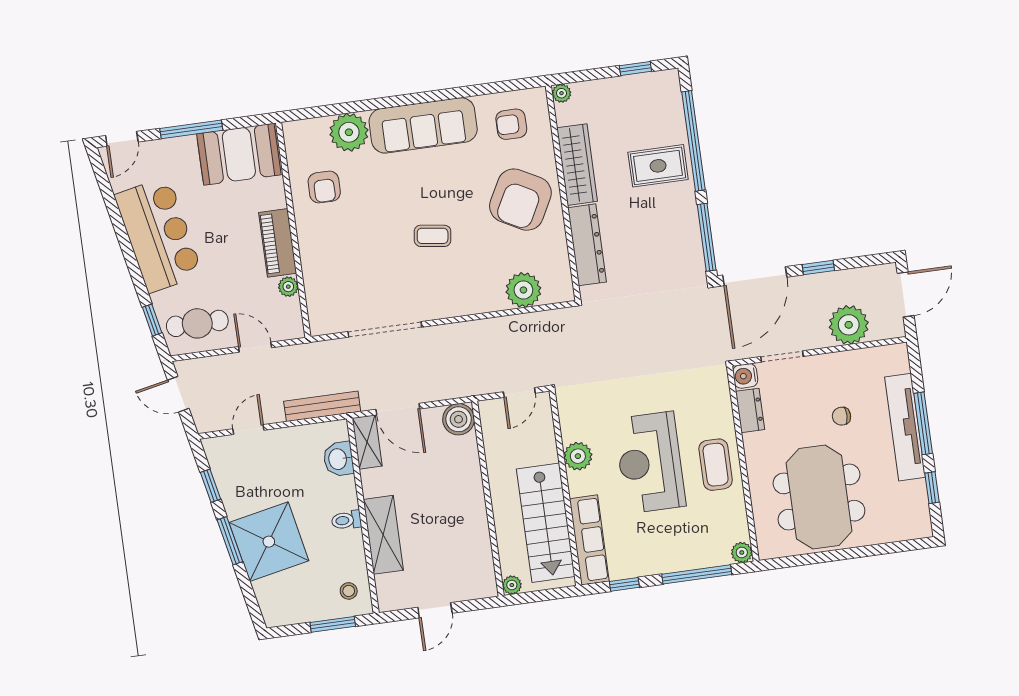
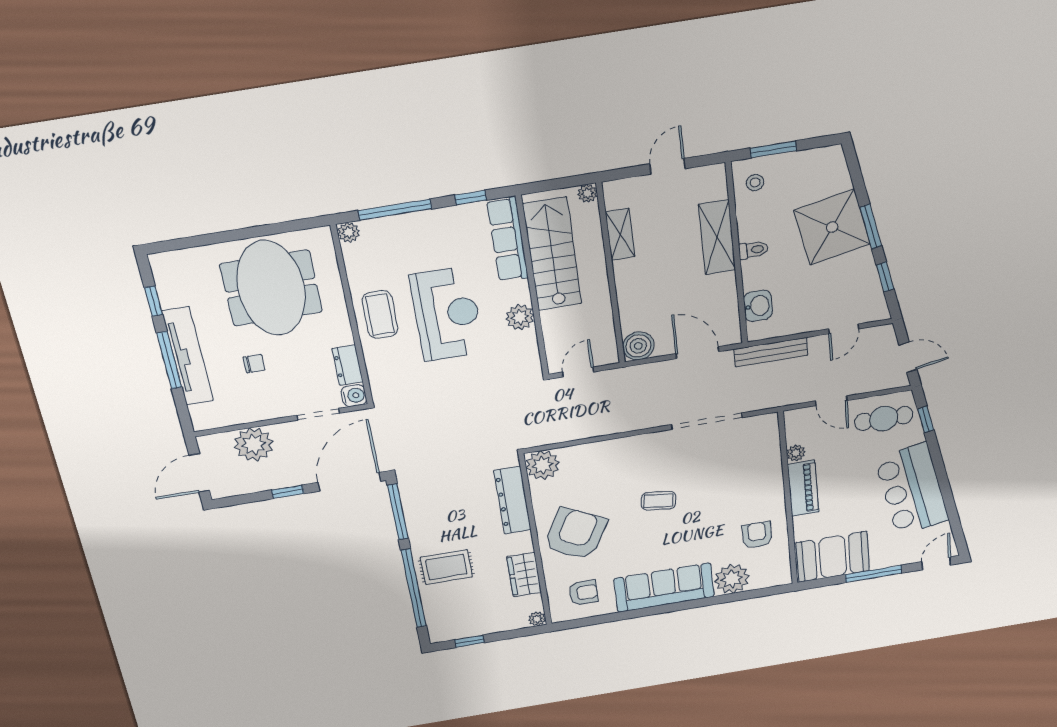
wardrobe: (577, 165) -> (524, 574), width x0.67
plant: (523, 290) -> (543, 465), moved
shelving: (367, 442) -> (620, 234), moved

